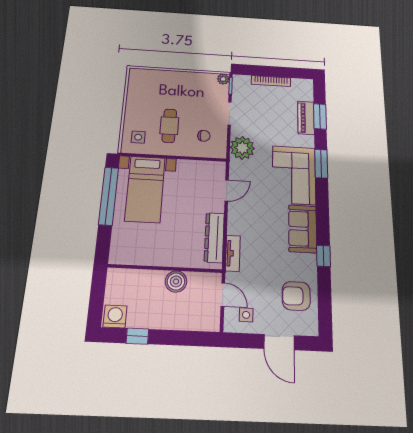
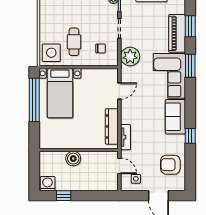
piano: (306, 118) -> (177, 33), width x1.37, depth x1.33
side table: (138, 137) -> (51, 53), width x1.87, depth x1.87
boiler: (176, 281) -> (73, 159), moved

